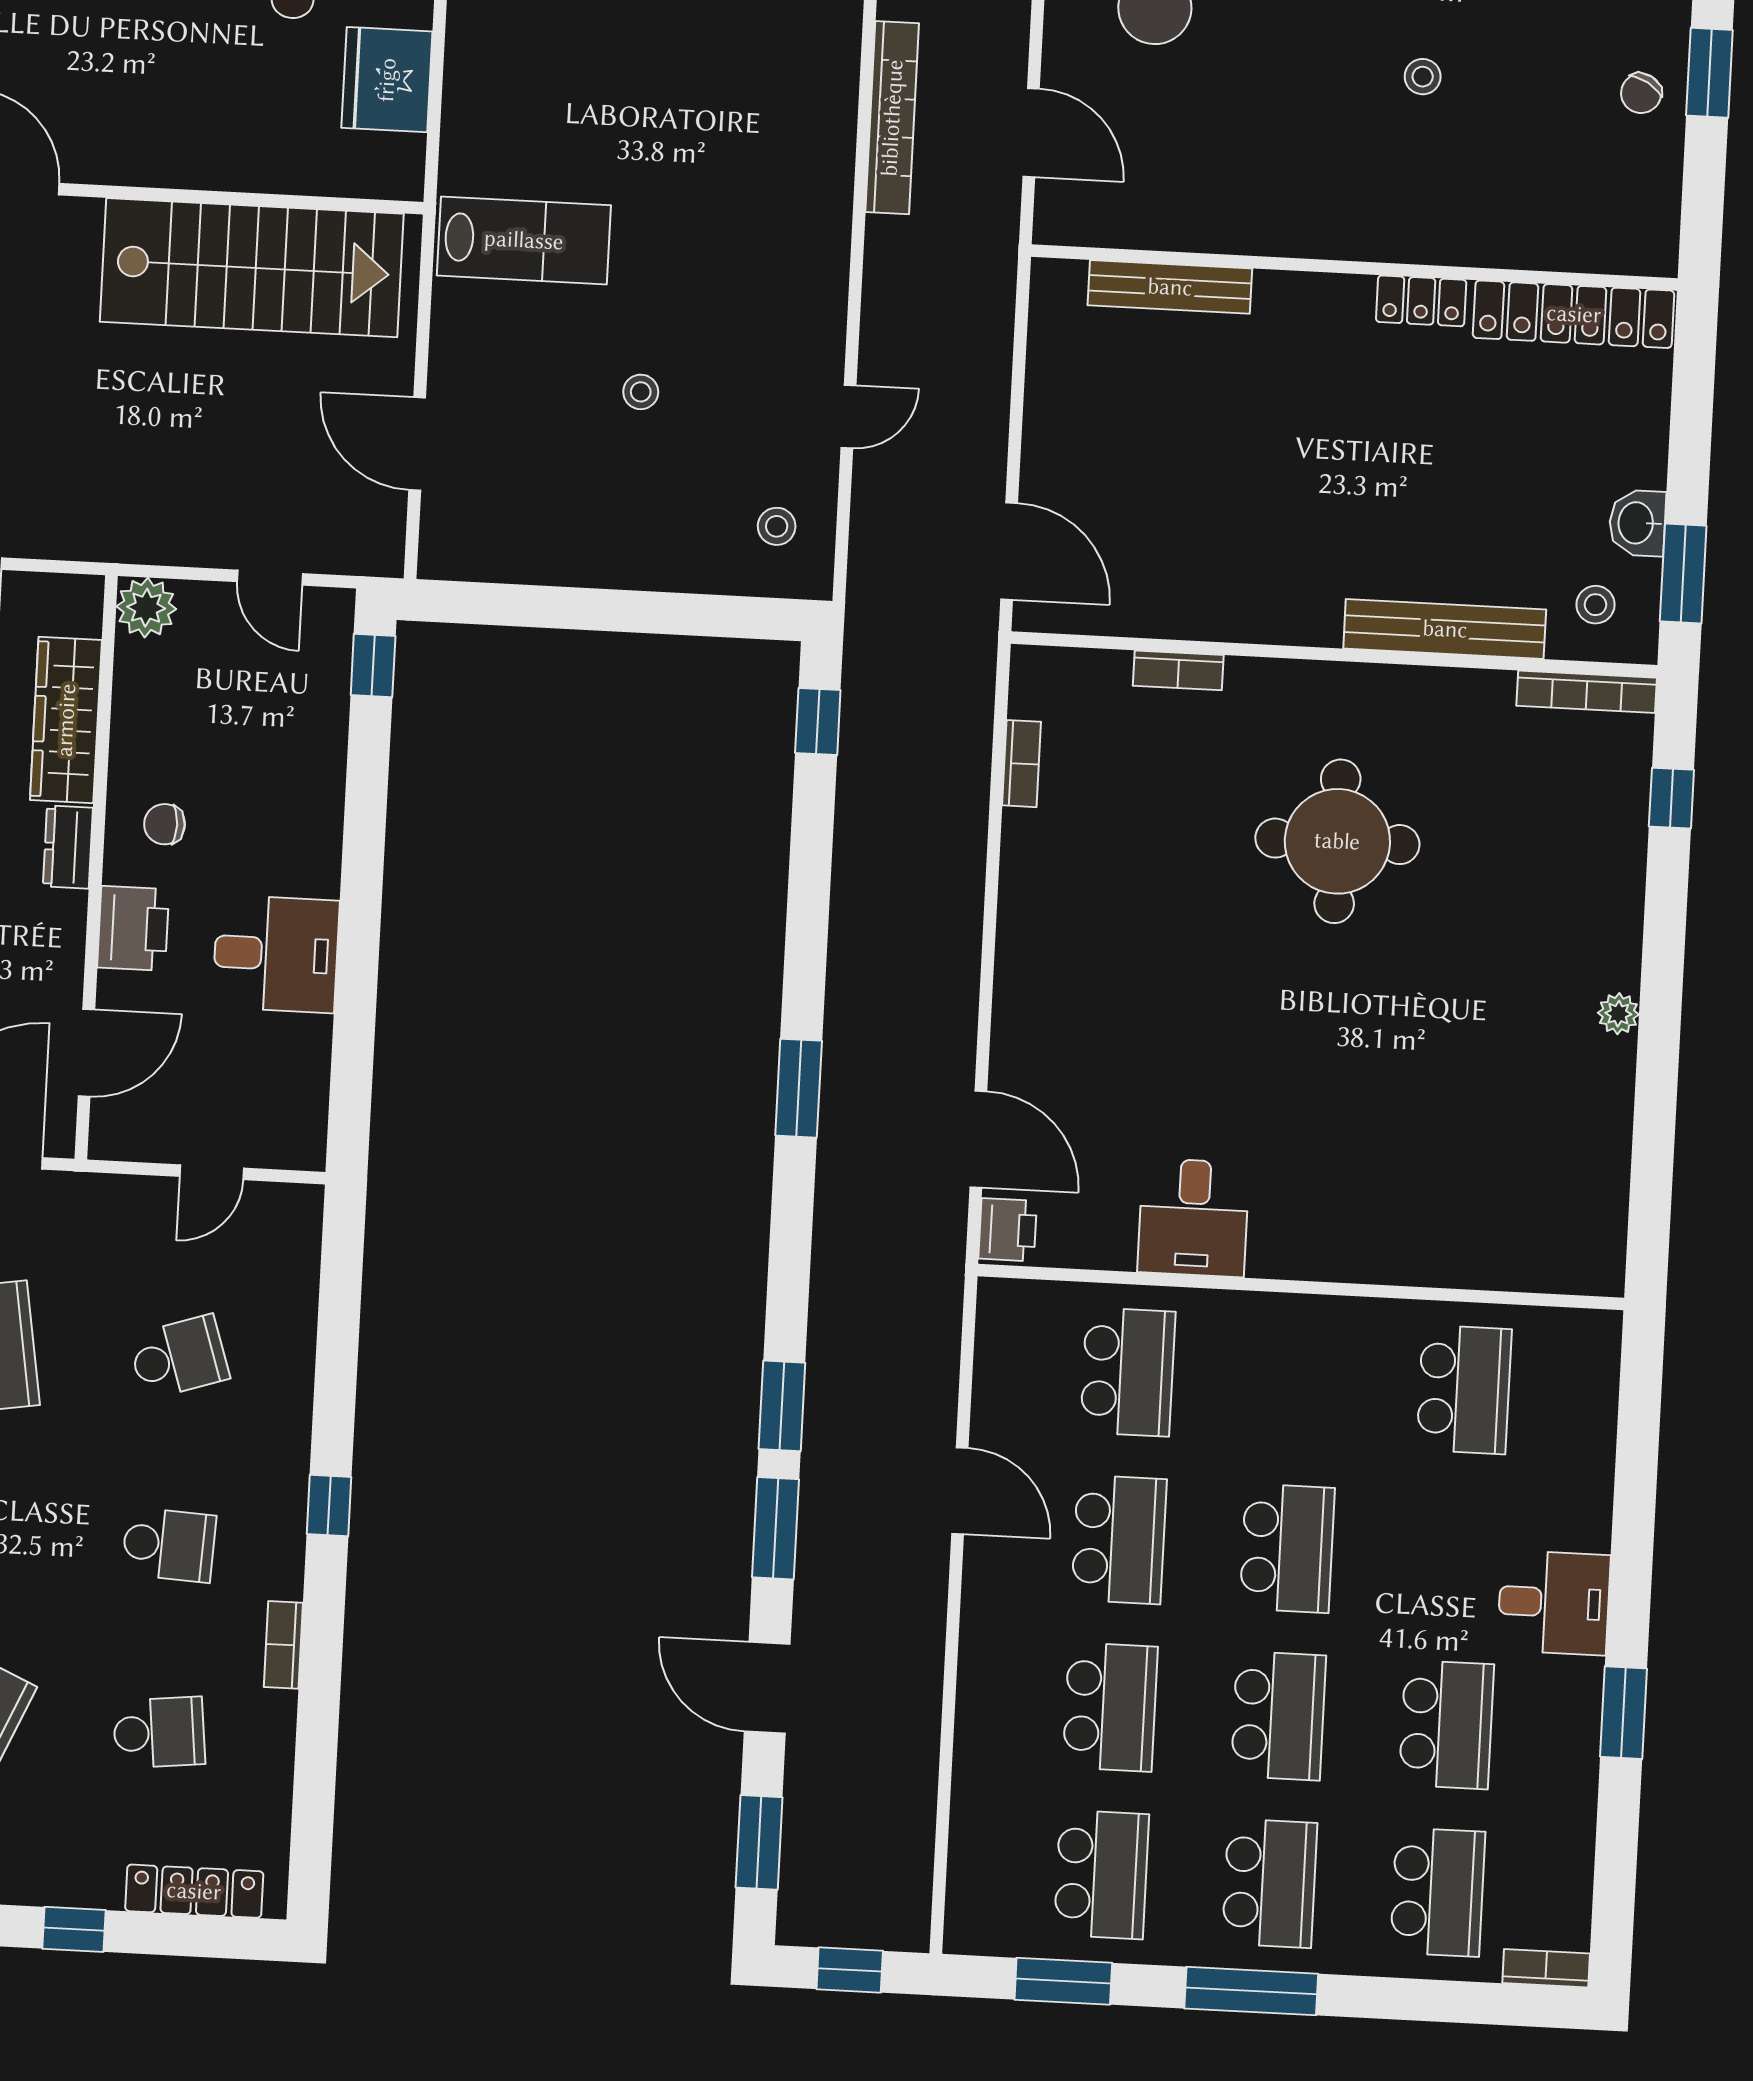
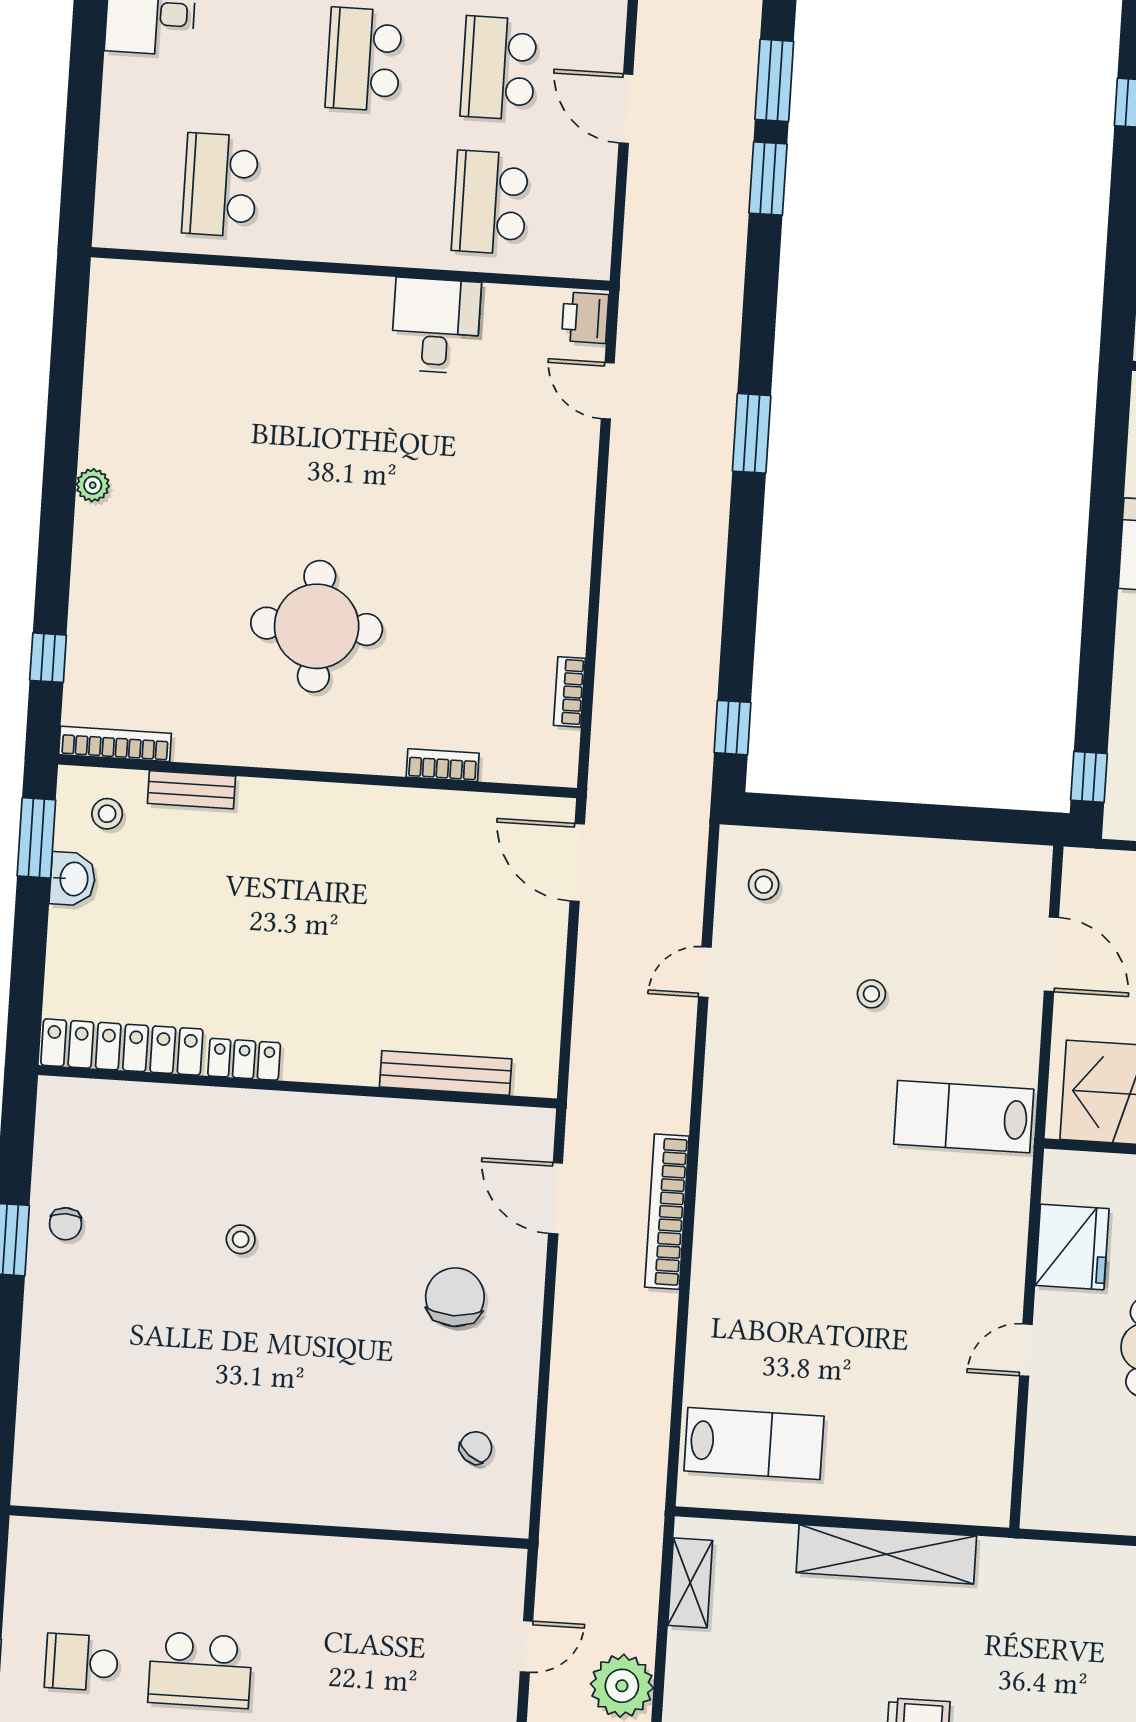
chair: (1641, 93) -> (65, 1224), turned 150
bench: (1445, 629) -> (191, 790), width x0.54, depth x0.82
door: (978, 1139) -> (608, 391), width x0.73

